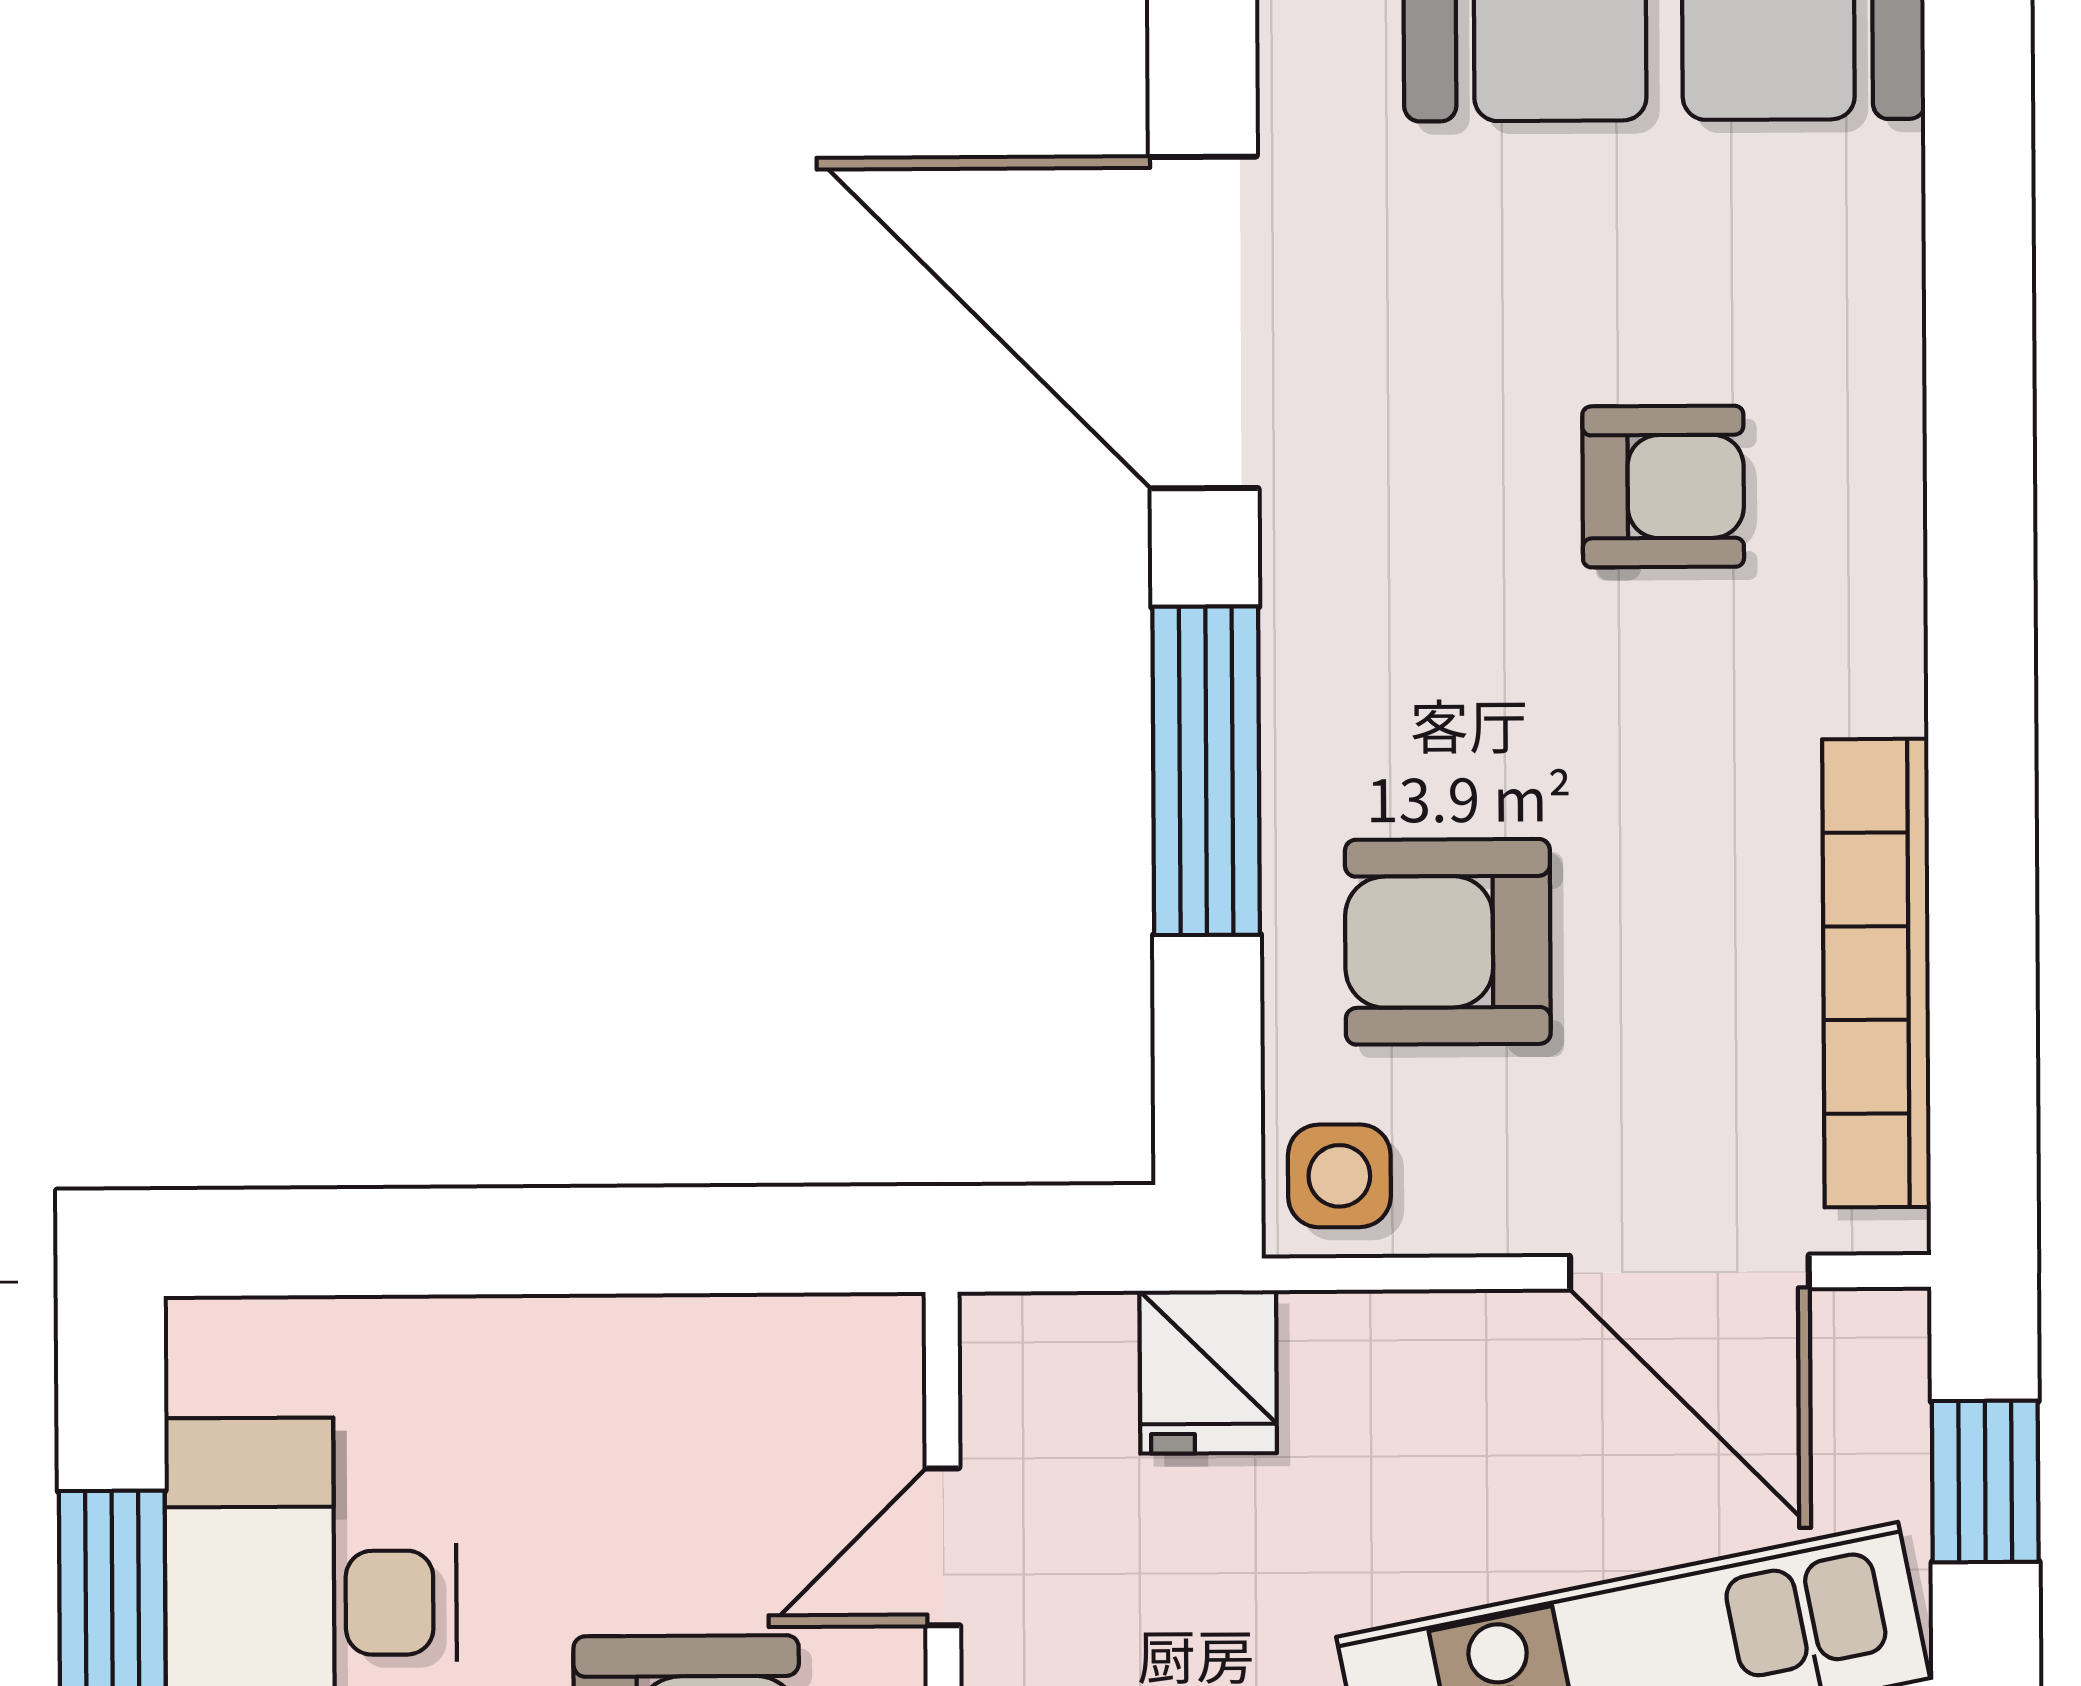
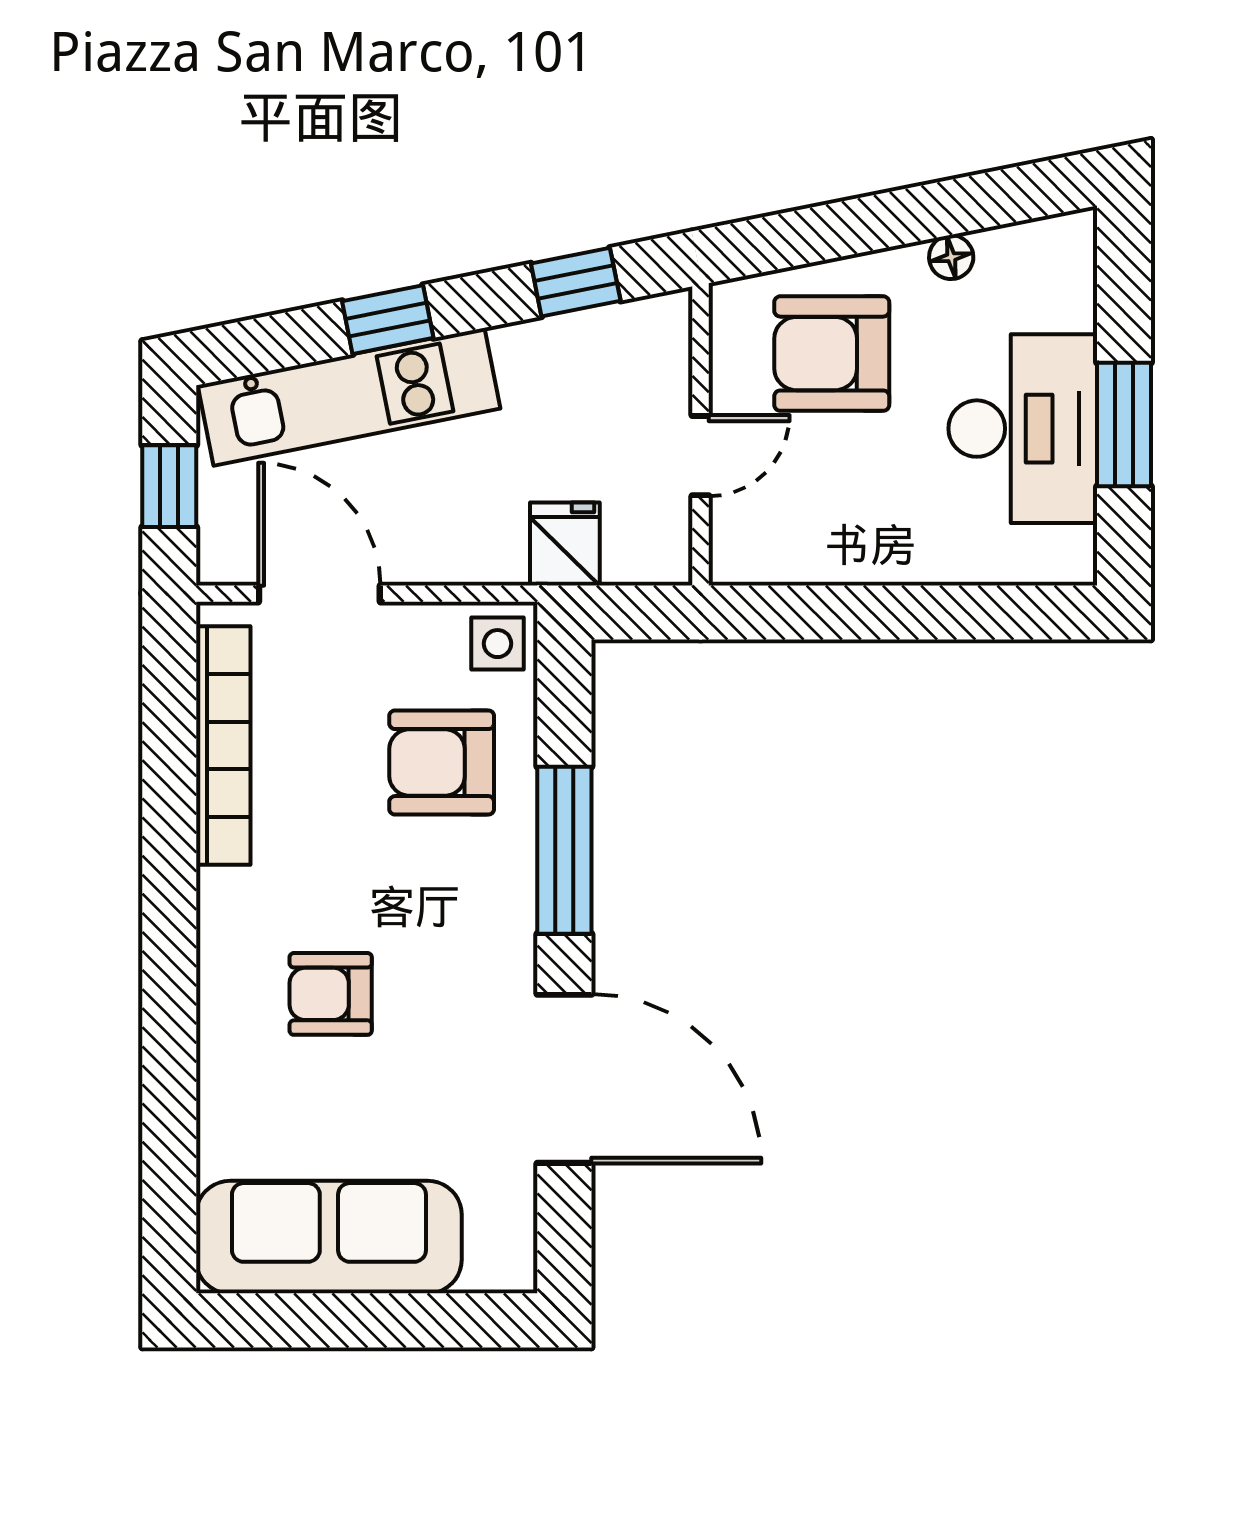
armchair: (1448, 942) -> (442, 763), turned 180

